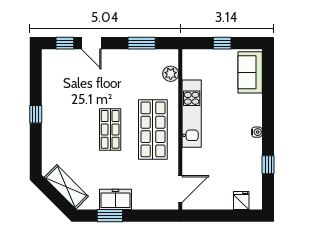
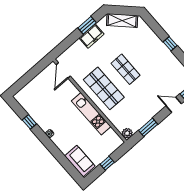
plant: (171, 74) -> (127, 133), moved
fridge: (241, 201) -> (27, 92), removed

